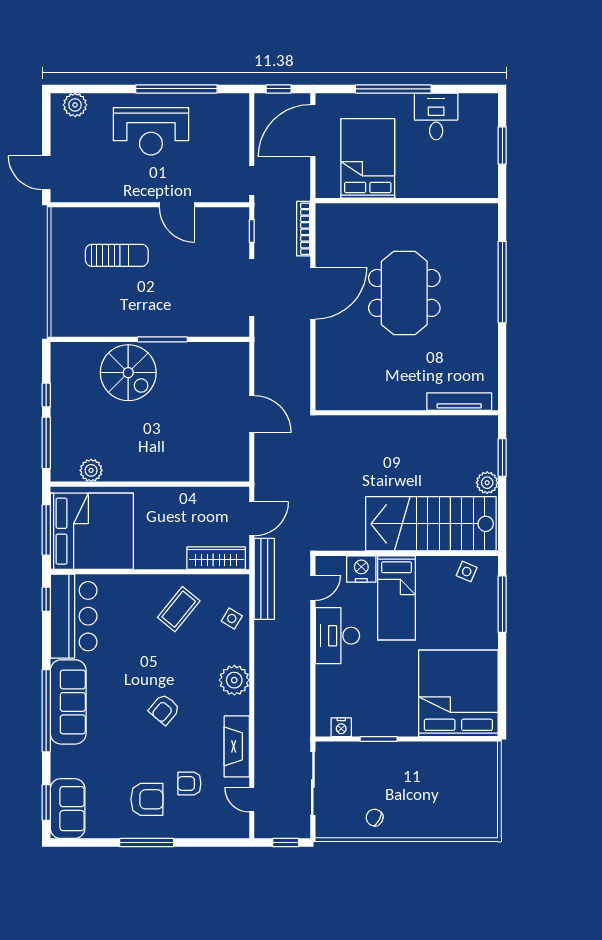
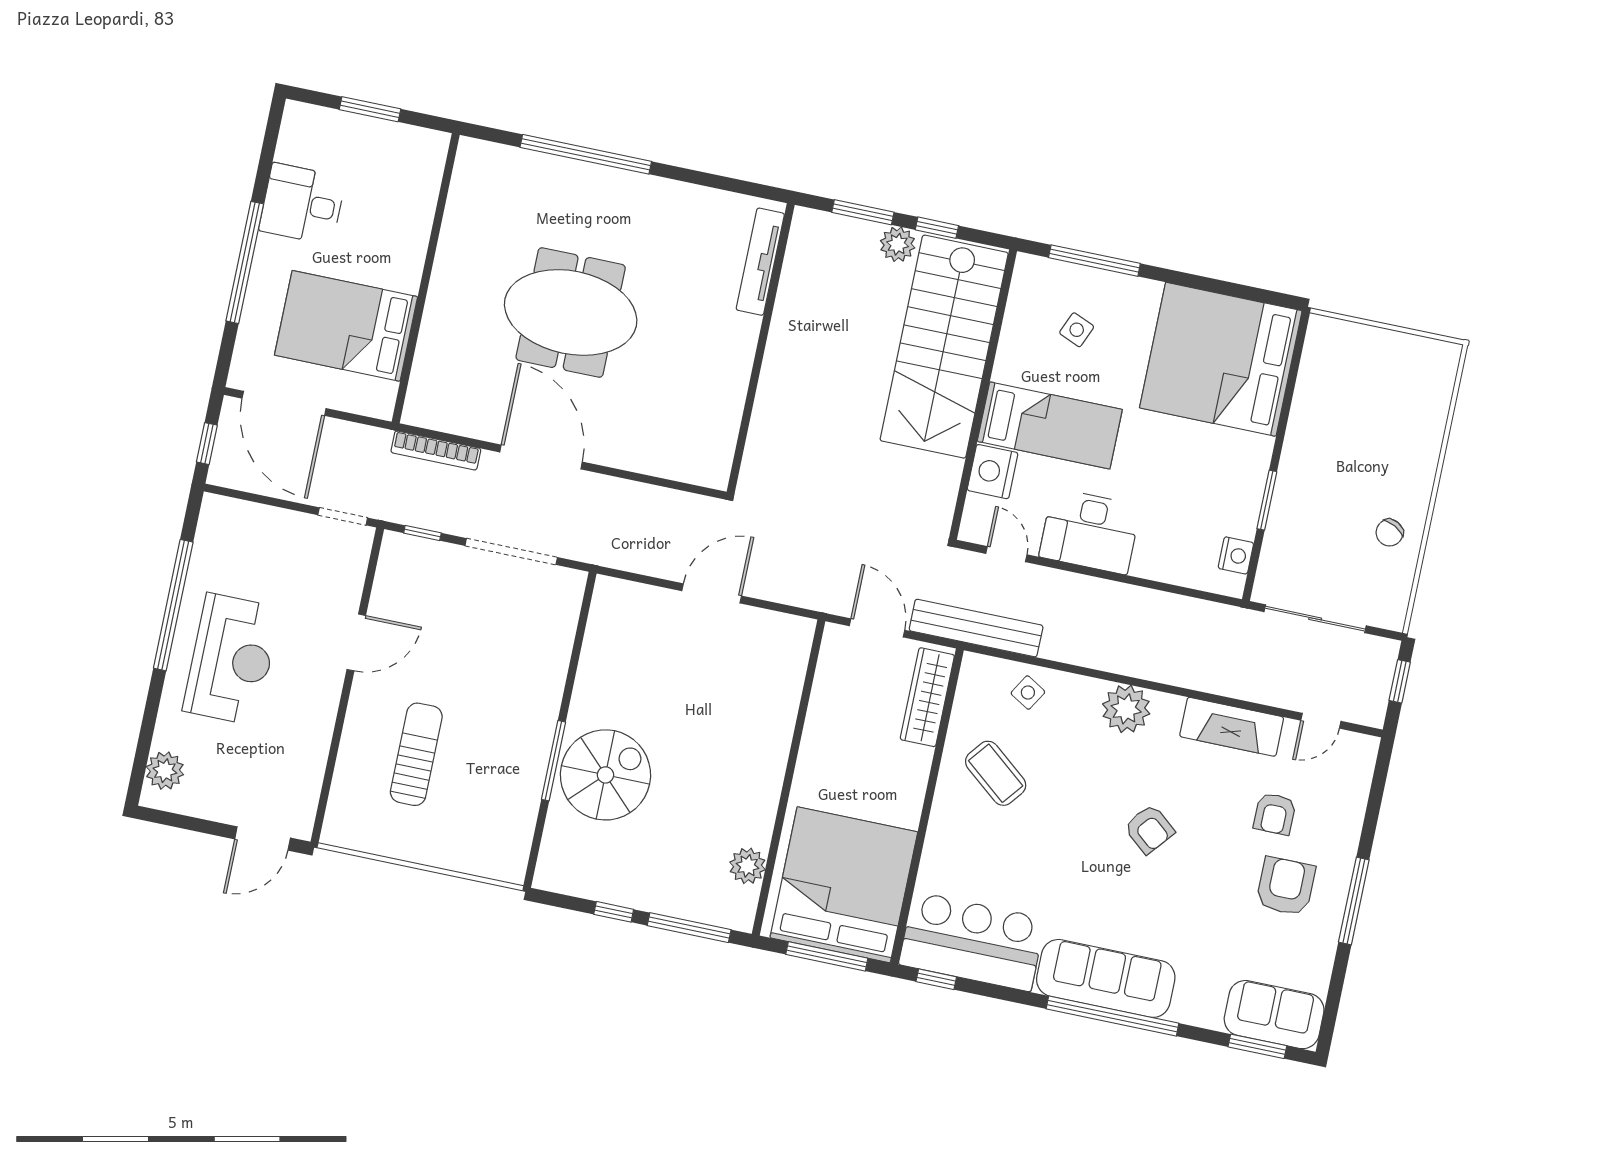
window: (162, 339) -> (553, 761), moved
window: (502, 504) -> (937, 228), added
side table: (467, 572) -> (1077, 330), moved

